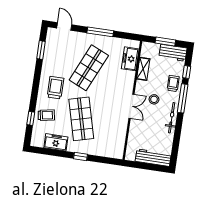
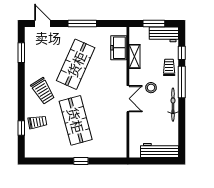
trolley: (55, 88) -> (43, 91), turned 148
freezer: (56, 142) -> (52, 150), removed

